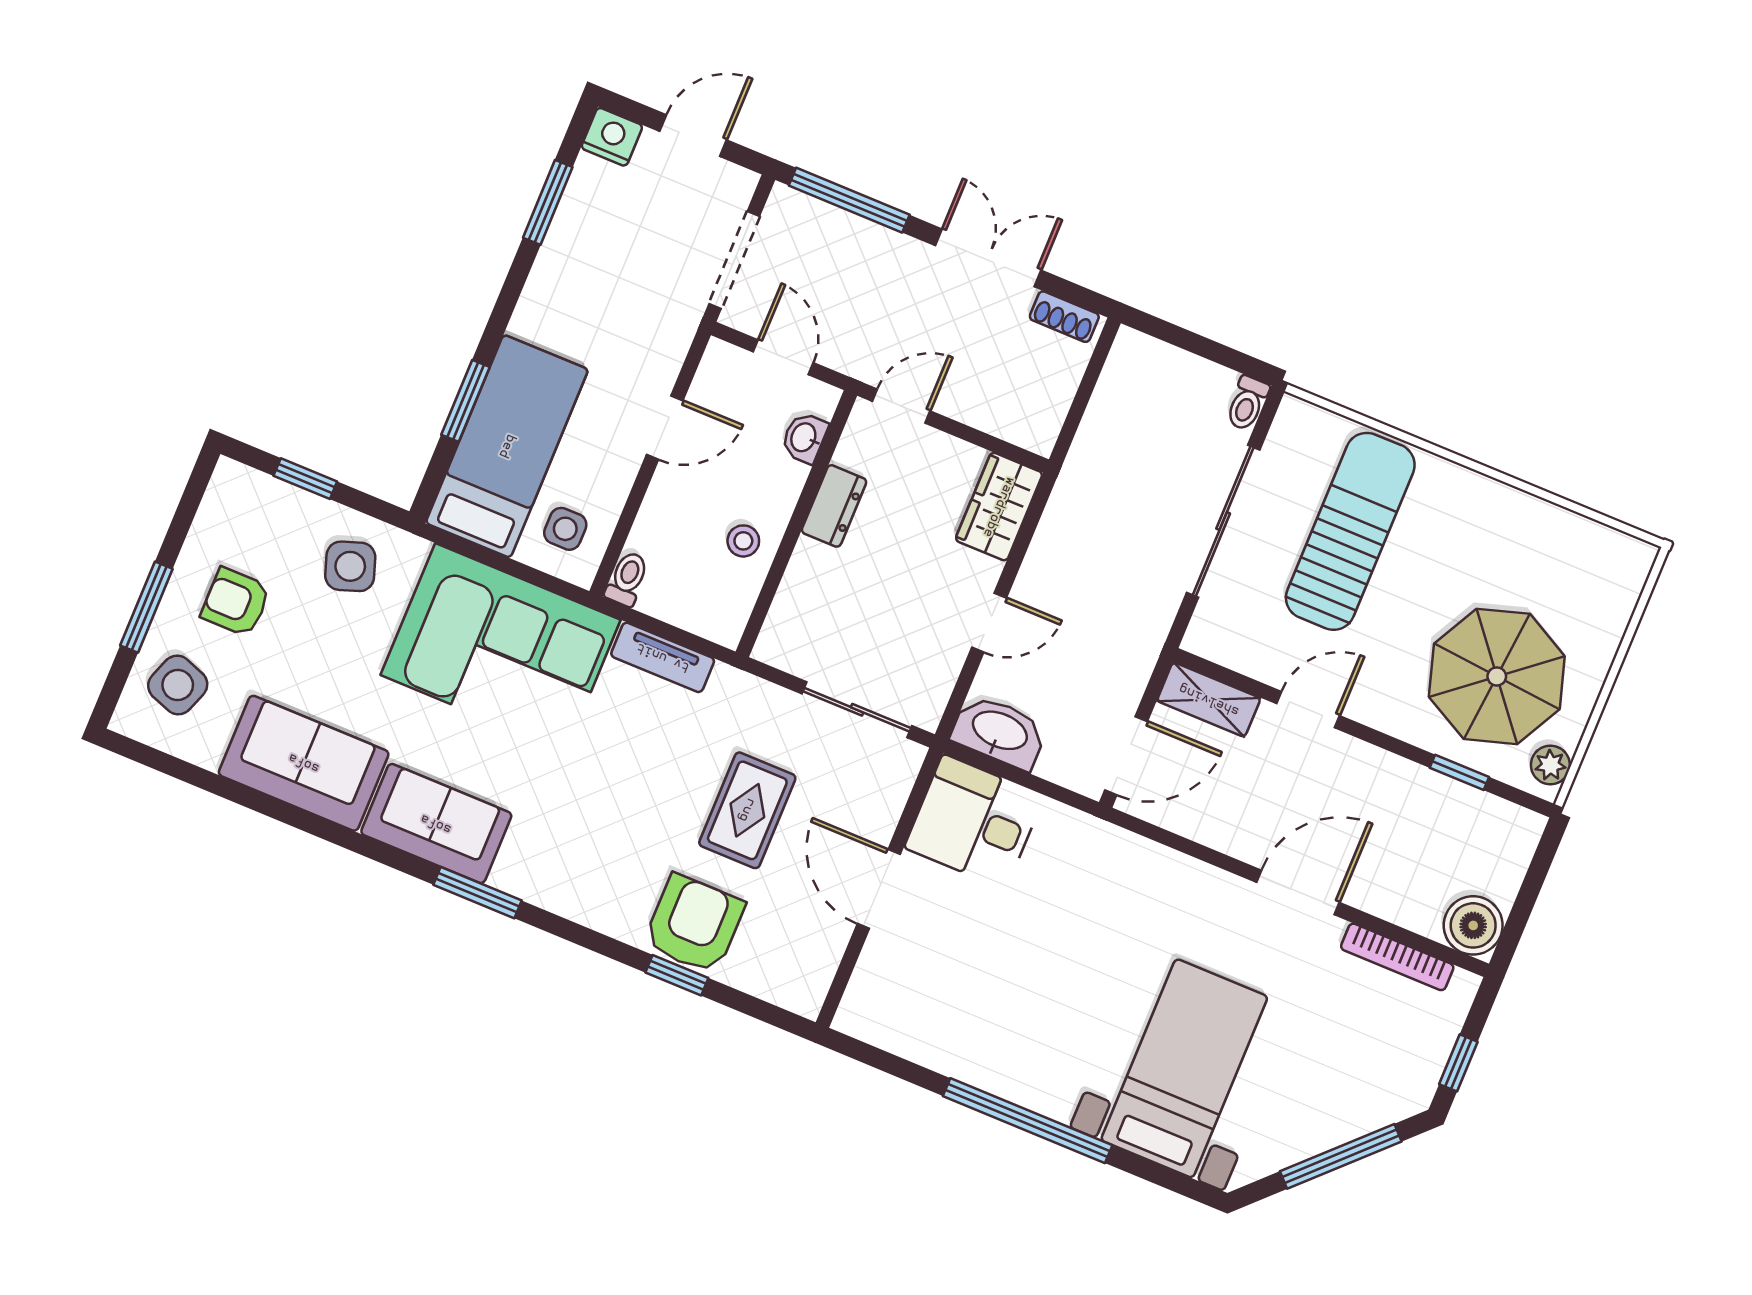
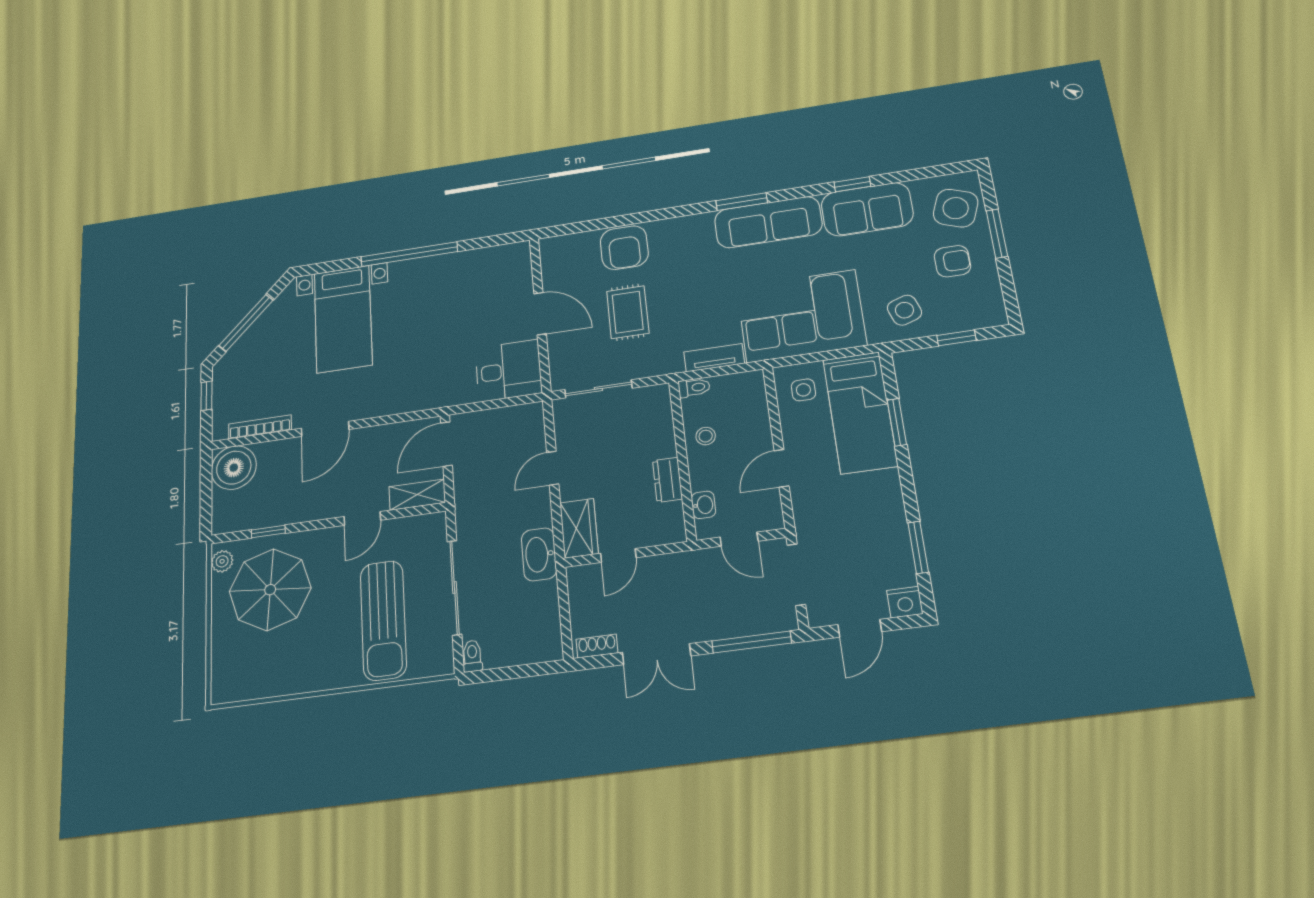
door: (901, 406) -> (618, 555), moved
toilet: (627, 579) -> (694, 388), moved, turned -90
side table: (178, 685) -> (956, 208), width x1.37, depth x1.37
washbasin: (999, 732) -> (539, 554), moved, turned 90
sofa: (436, 824) -> (768, 222), width x1.36
boiler: (1473, 925) -> (234, 468), width x1.37, depth x1.37
window: (677, 975) -> (852, 184), moved

